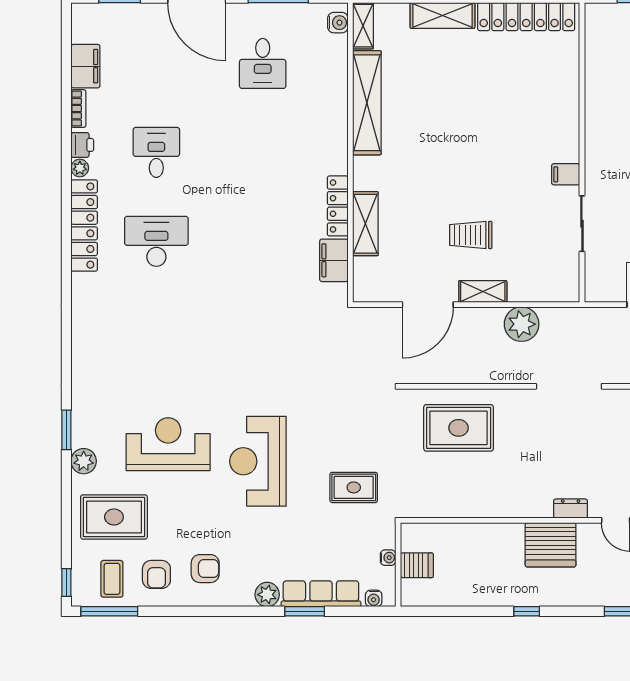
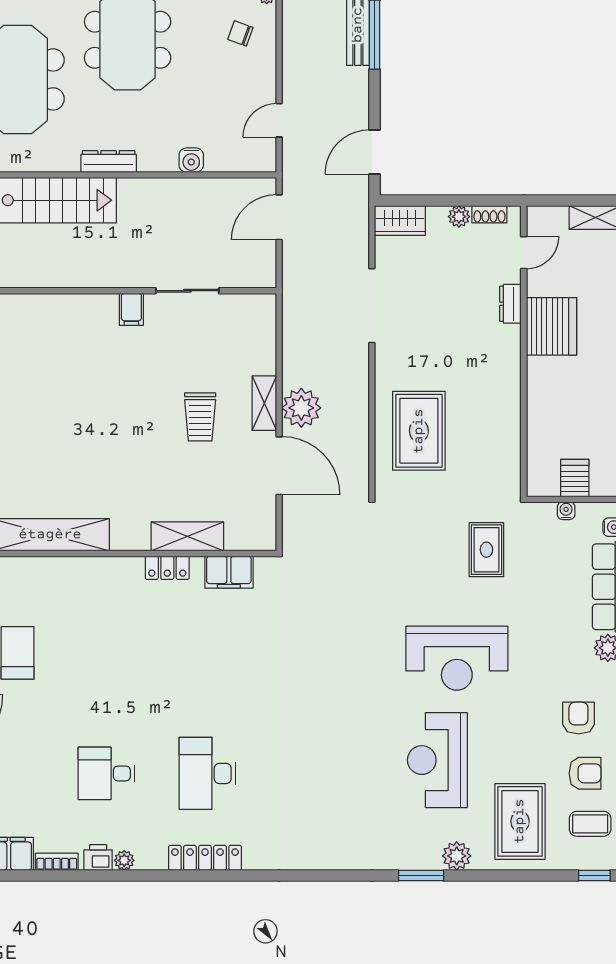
locker: (338, 206) -> (167, 568), width x0.66
locker: (84, 226) -> (205, 858), width x0.71, depth x0.83
plant: (522, 324) -> (301, 408), moved

